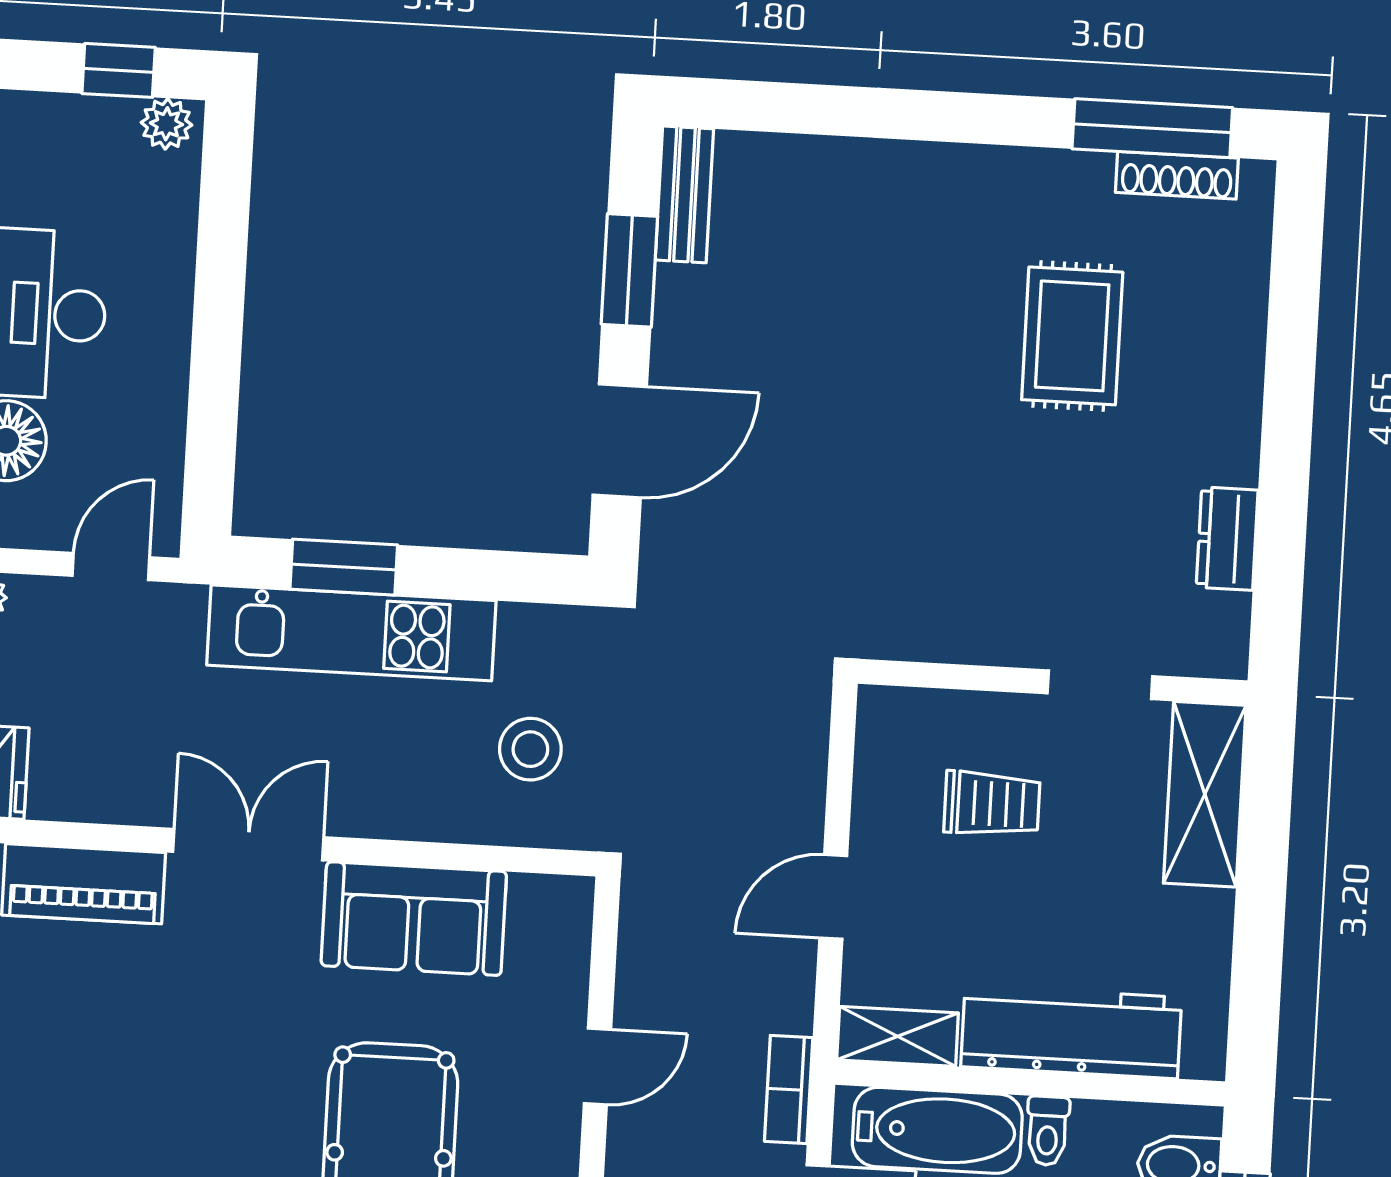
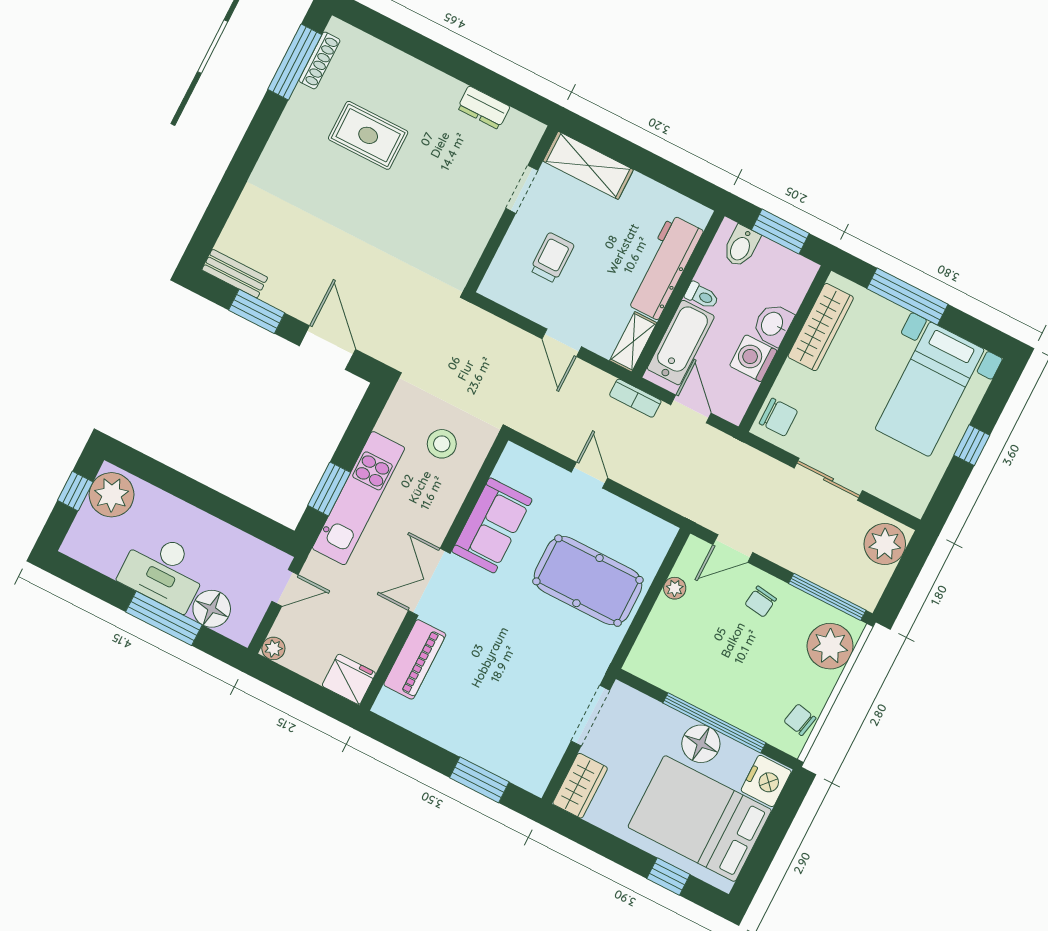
plant: (166, 124) -> (112, 495), width x1.88, depth x1.88
door: (111, 567) -> (285, 588), swing flipped

